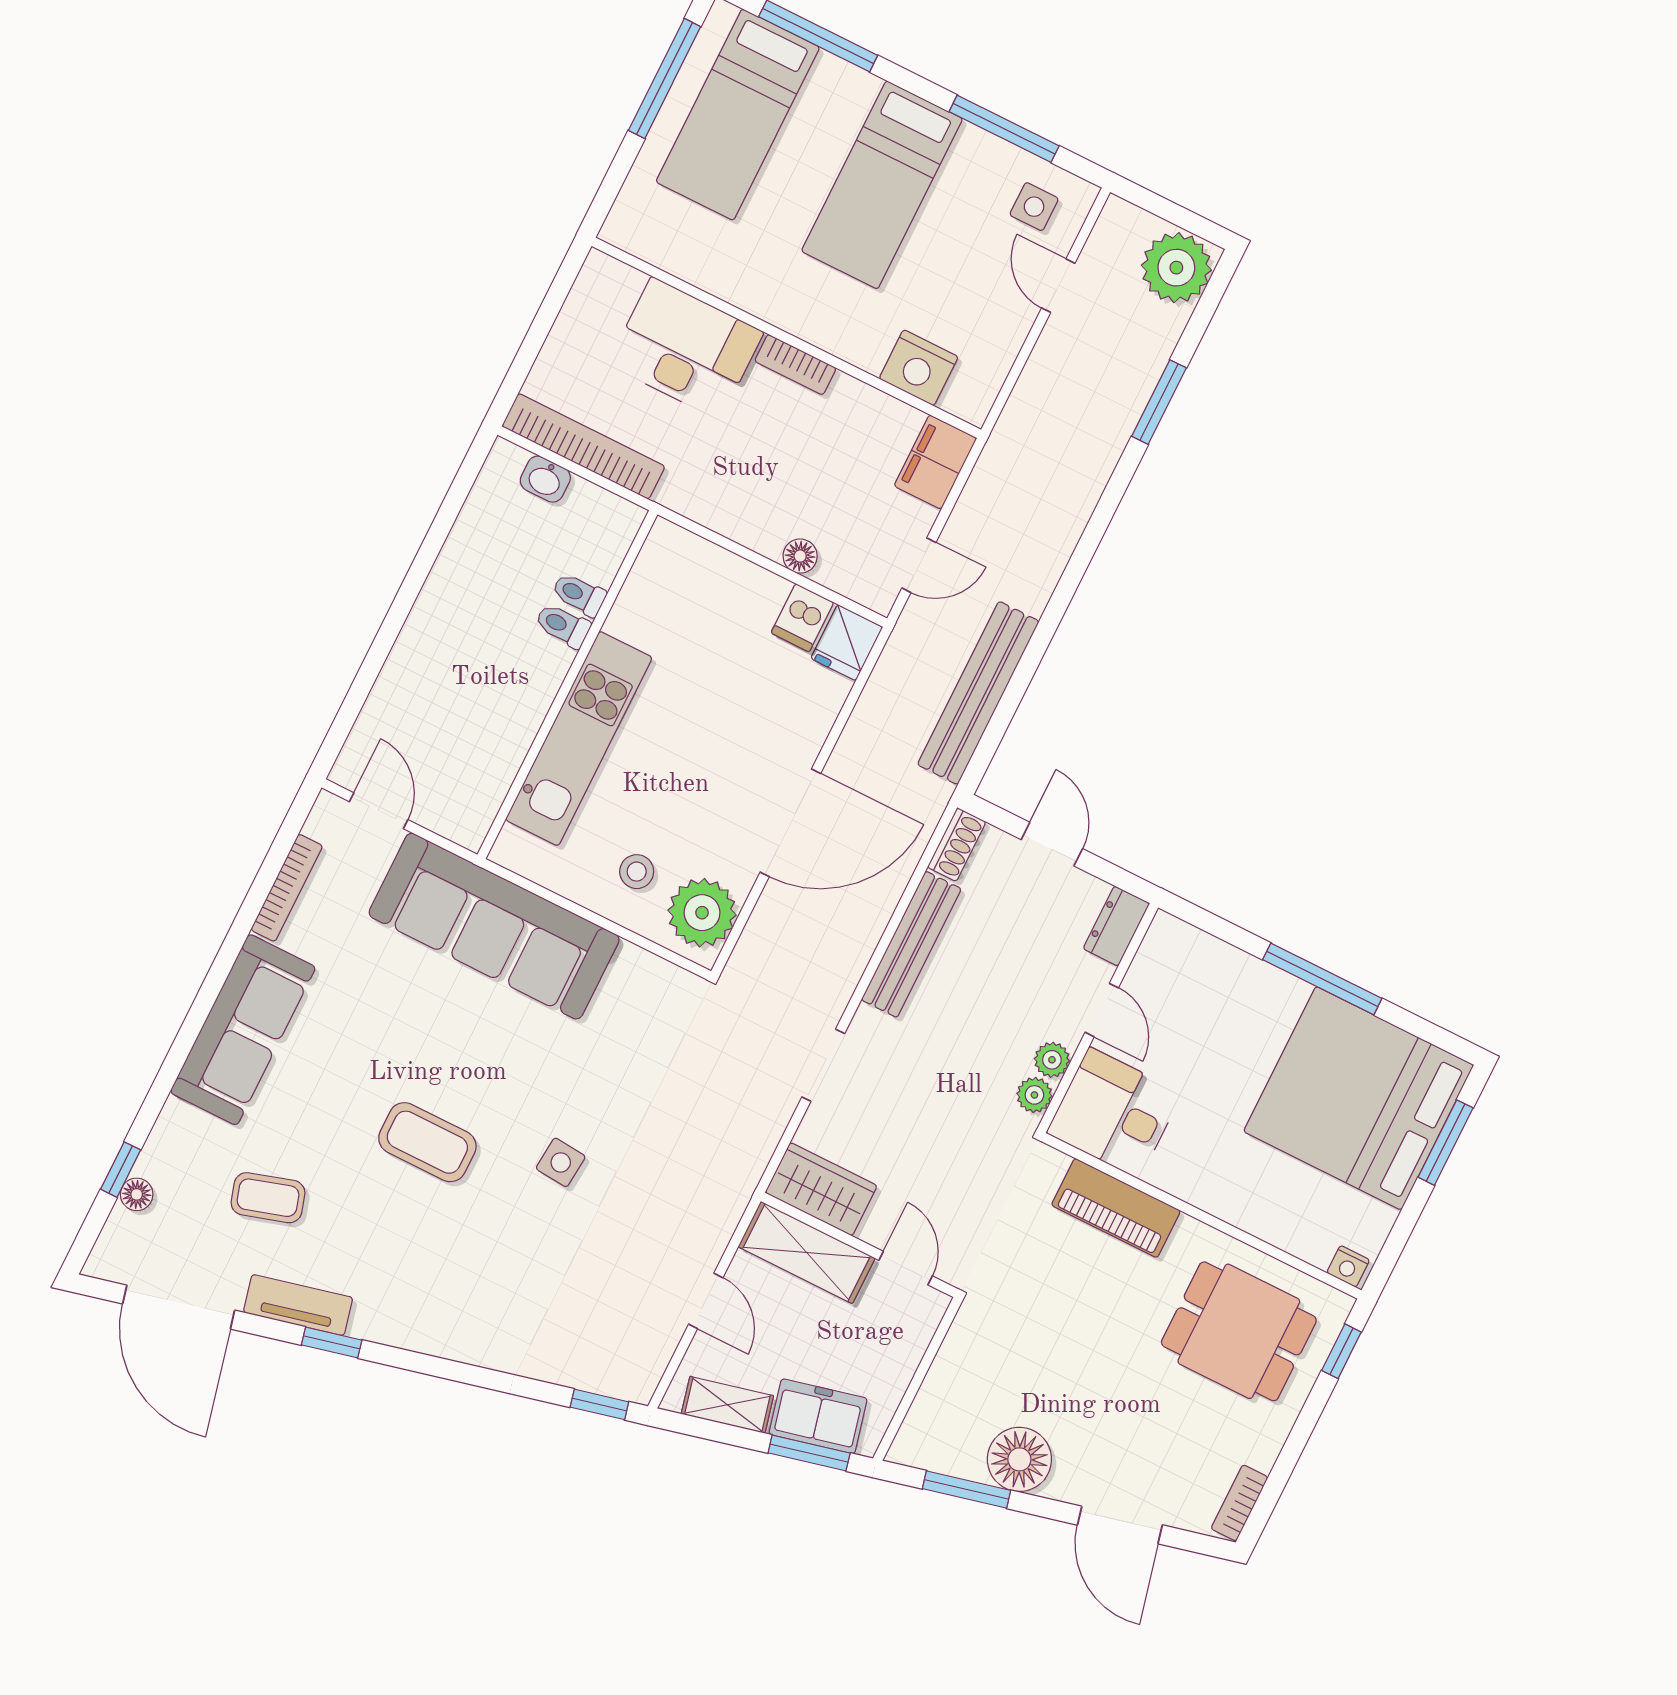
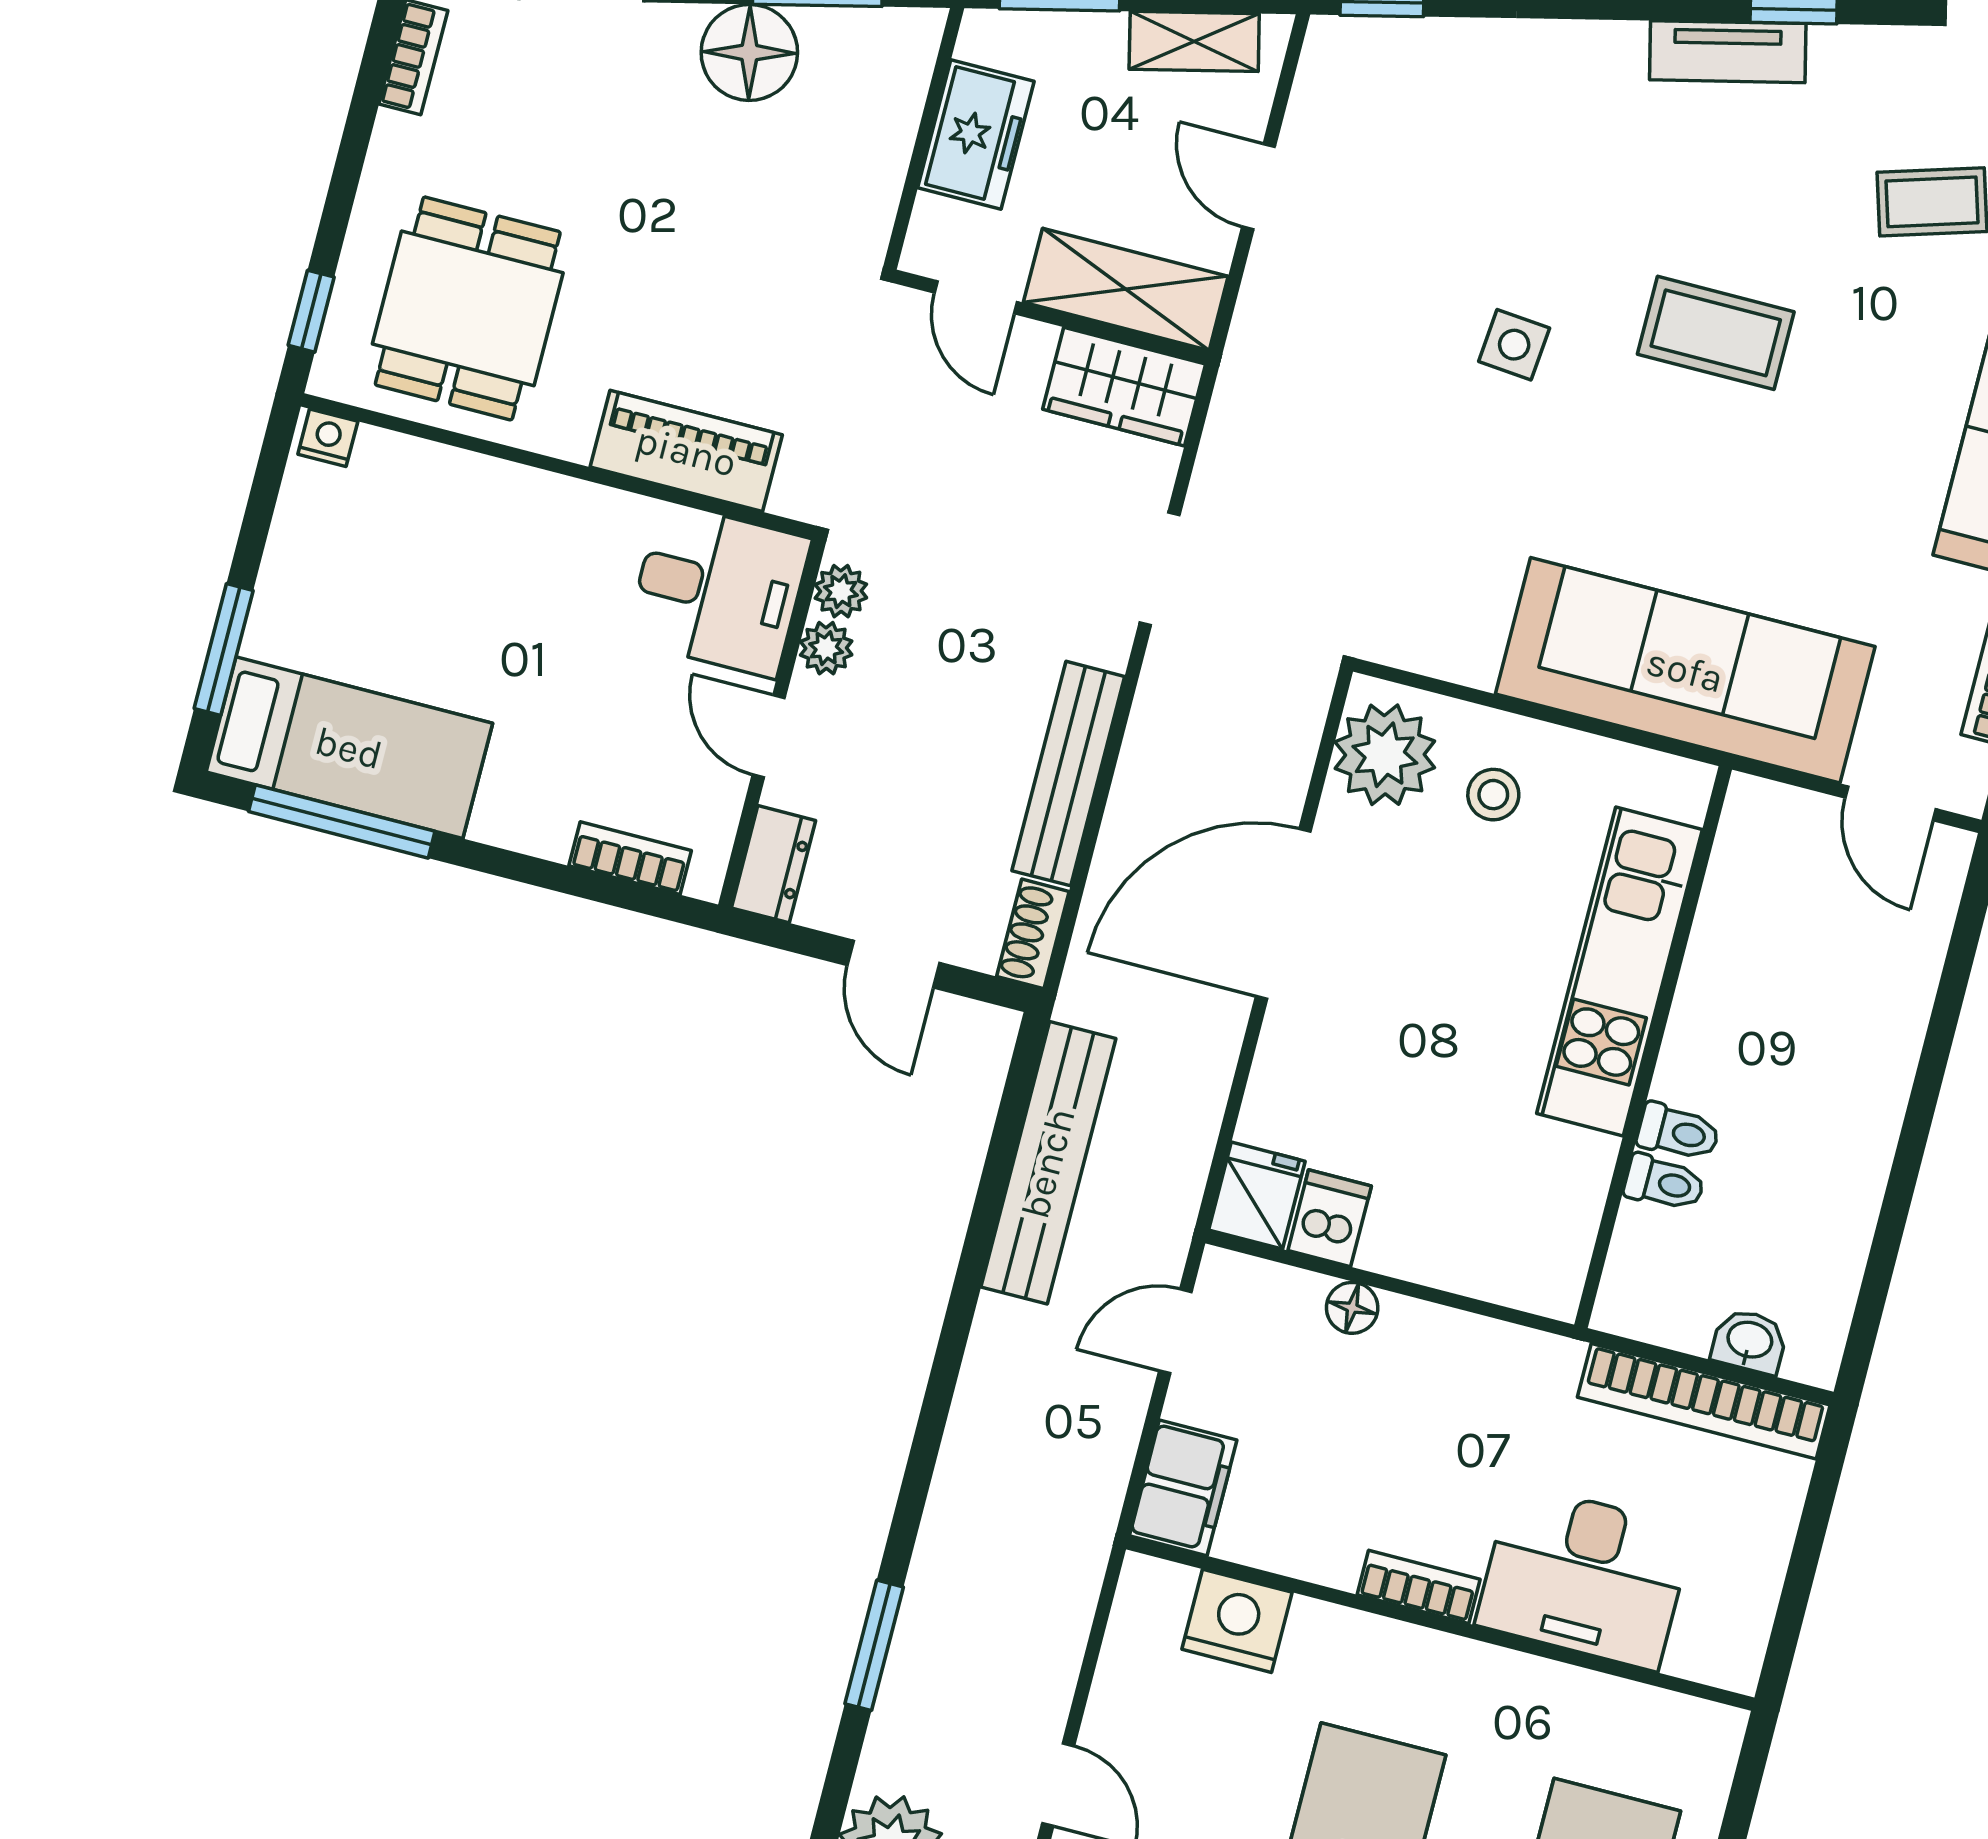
bookcase: (1209, 950) -> (630, 858), added
window: (1322, 979) -> (342, 821), moved
bed: (1359, 1098) -> (349, 748), width x0.49
tv unit: (298, 1305) -> (1728, 52), moved
dining table: (1239, 1331) -> (468, 308), turned 90
freezer: (818, 1416) -> (976, 135), moved, turned -77

